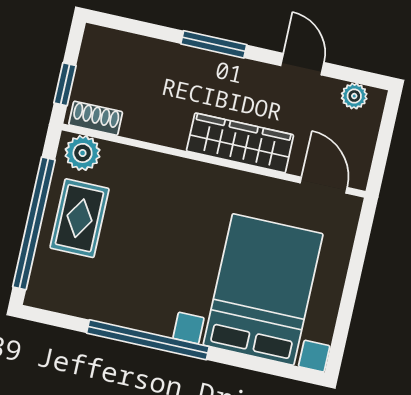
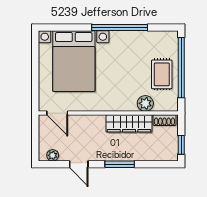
window: (65, 84) -> (181, 145), moved
wardrobe: (240, 143) -> (129, 123), moved
plant: (83, 153) -> (145, 103), moved

